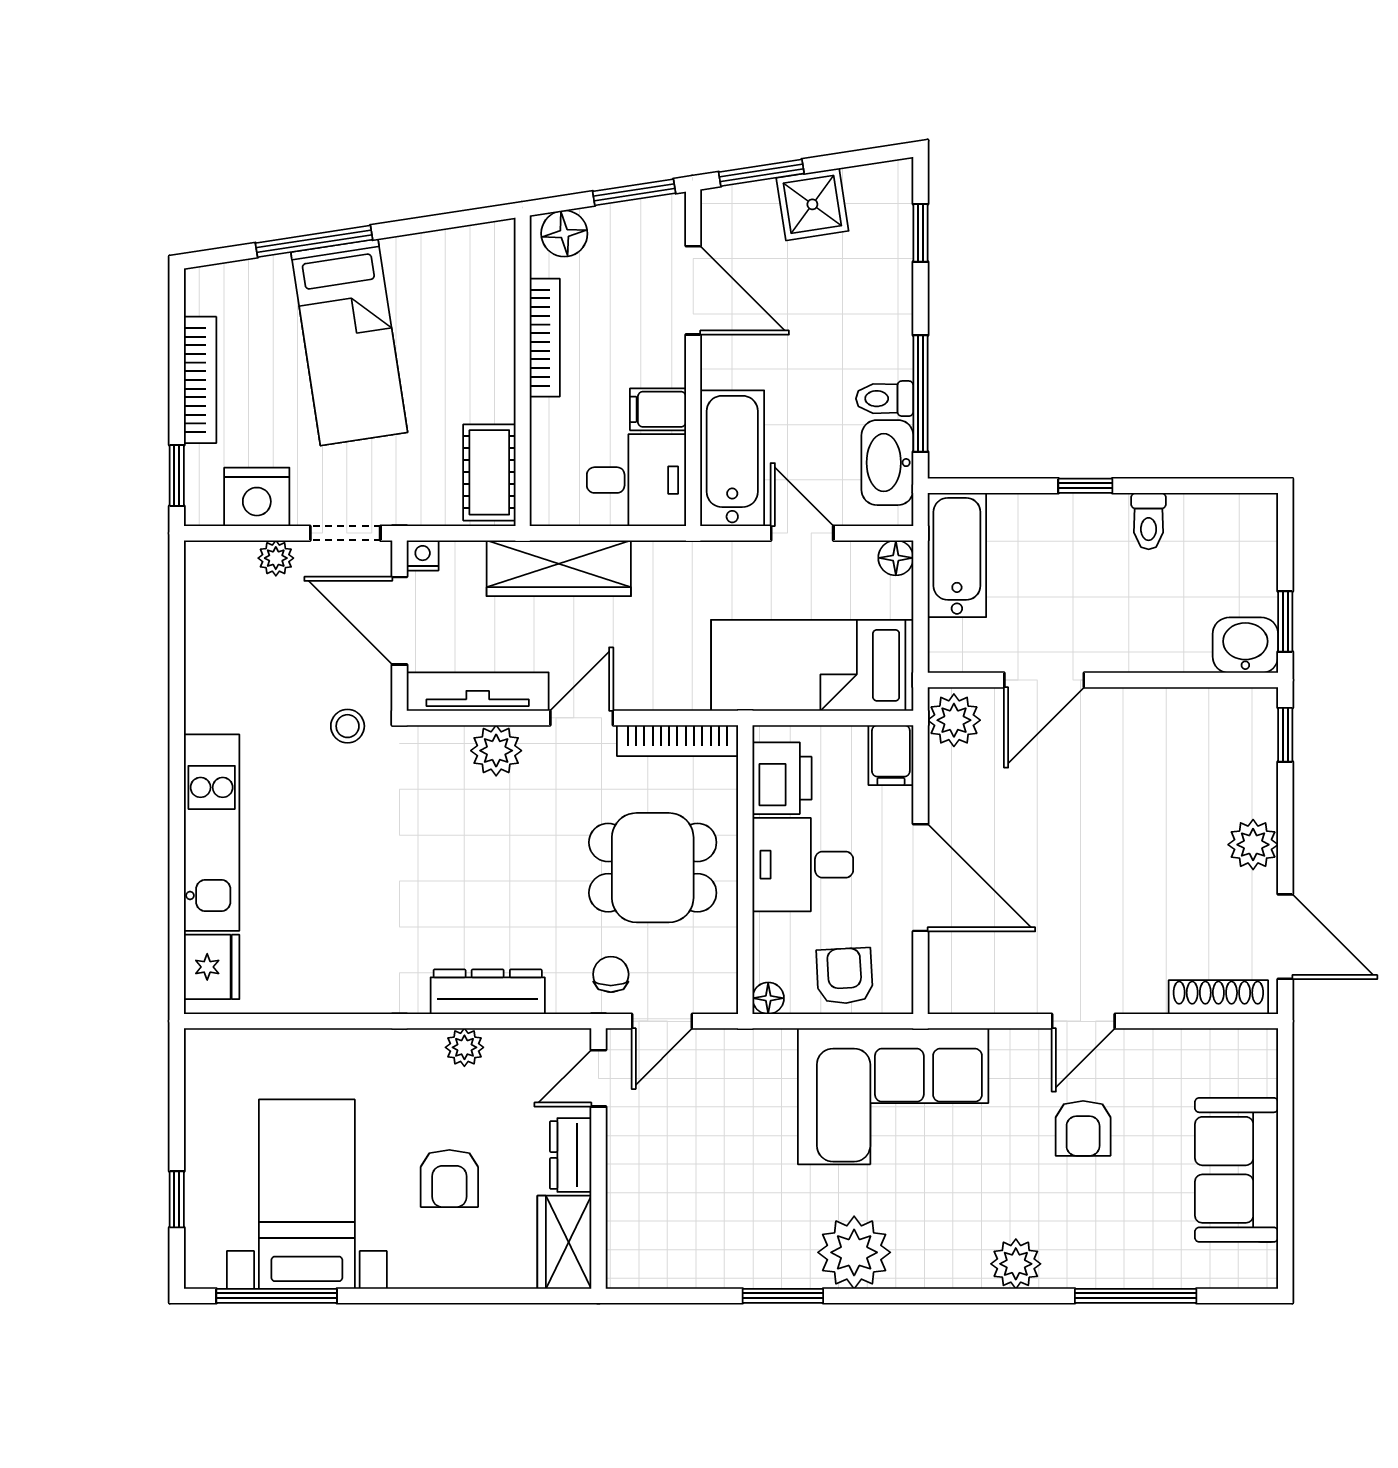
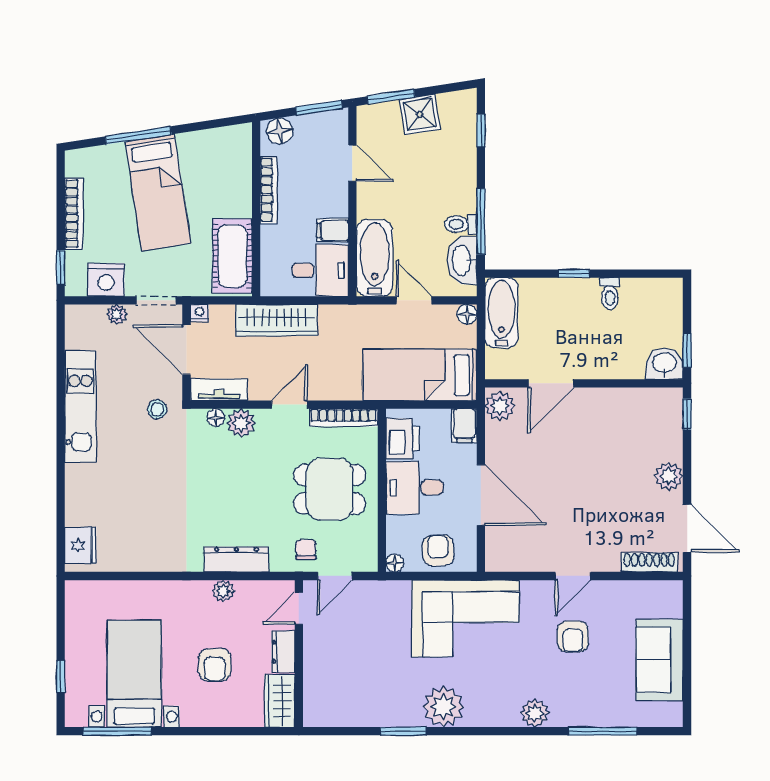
door: (693, 290) -> (352, 163), width x0.73
cot: (489, 472) -> (232, 256), width x1.37, depth x1.34
tv unit: (478, 692) -> (219, 390), width x0.71
floor lamp: (451, 741) -> (216, 418), added
kitchen unit: (212, 833) -> (80, 406), moved

